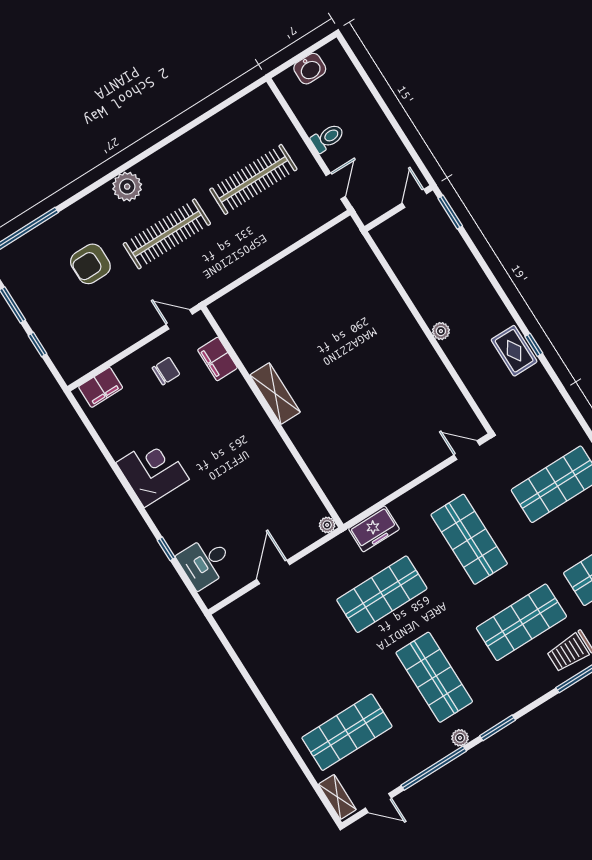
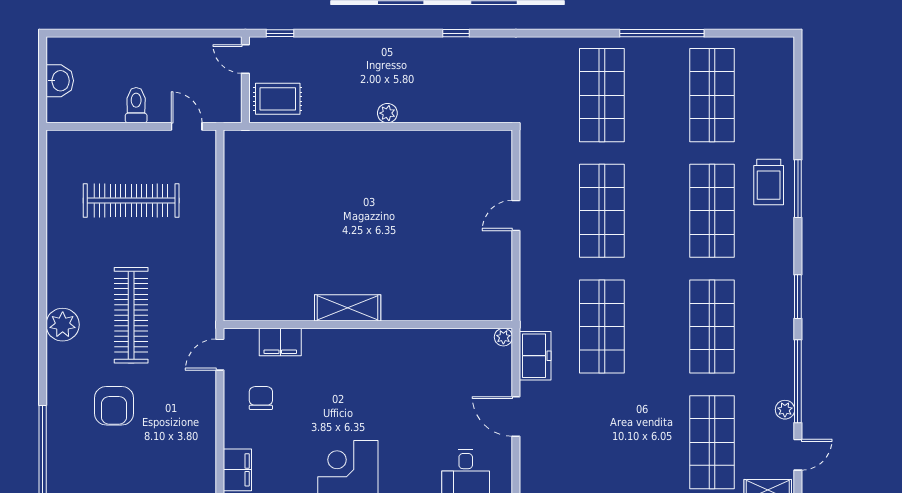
clothes rail: (253, 179) -> (131, 201), turned 90
window: (450, 212) -> (280, 33), width x0.67
rug: (514, 351) -> (278, 99), moved
door: (467, 450) -> (516, 215), moved
freezer: (374, 529) -> (535, 356), moved
shop shelf: (469, 539) -> (602, 211), turned 90
shop shelf: (434, 677) -> (712, 326), turned 90
plant: (460, 738) -> (785, 410), moved

